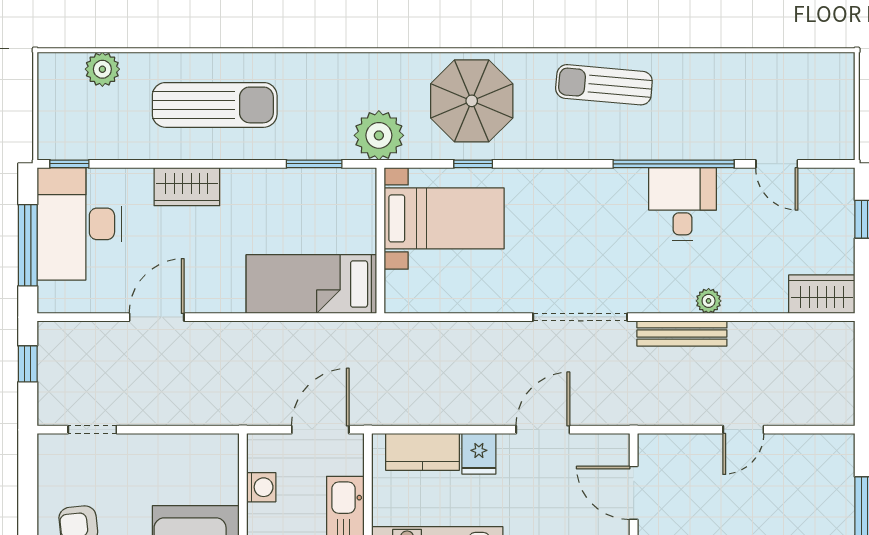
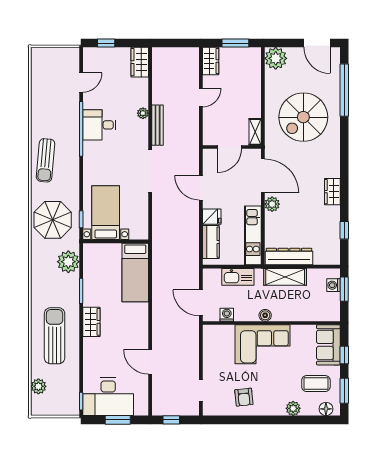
wardrobe: (187, 187) -> (91, 322), moved
bed with nightstands: (444, 218) -> (106, 213), moved
wall: (380, 241) -> (116, 241), moved
window: (28, 245) -> (118, 420), width x0.69
bed: (311, 284) -> (135, 272), moved
door: (320, 430) -> (201, 303), moved
door: (743, 430) -> (201, 98), hinge flipped
wardrobe: (824, 451) -> (211, 61), added

